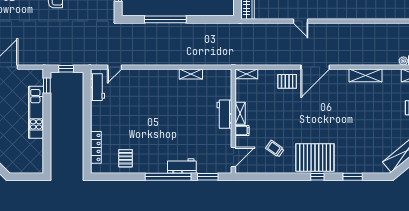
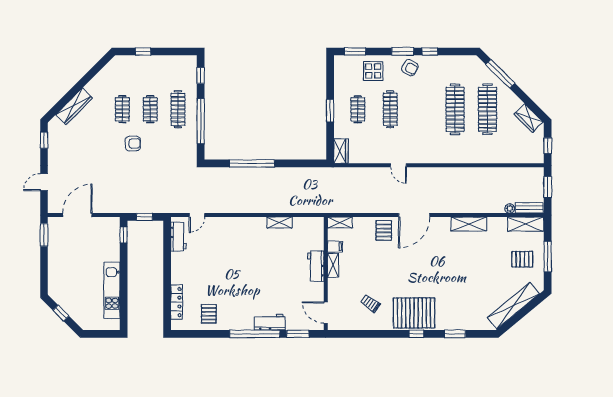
pallet: (287, 81) -> (384, 230), turned 90
kitchen unit: (36, 112) -> (112, 290), moved
filing cabinet: (242, 131) -> (335, 247), moved
door: (233, 157) -> (326, 313), swing flipped

